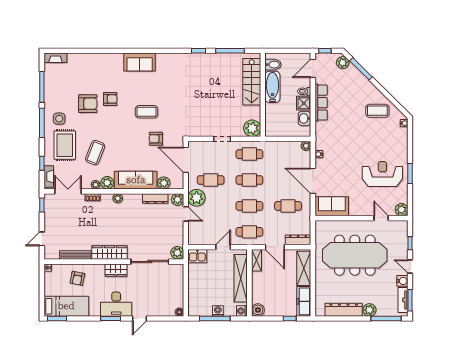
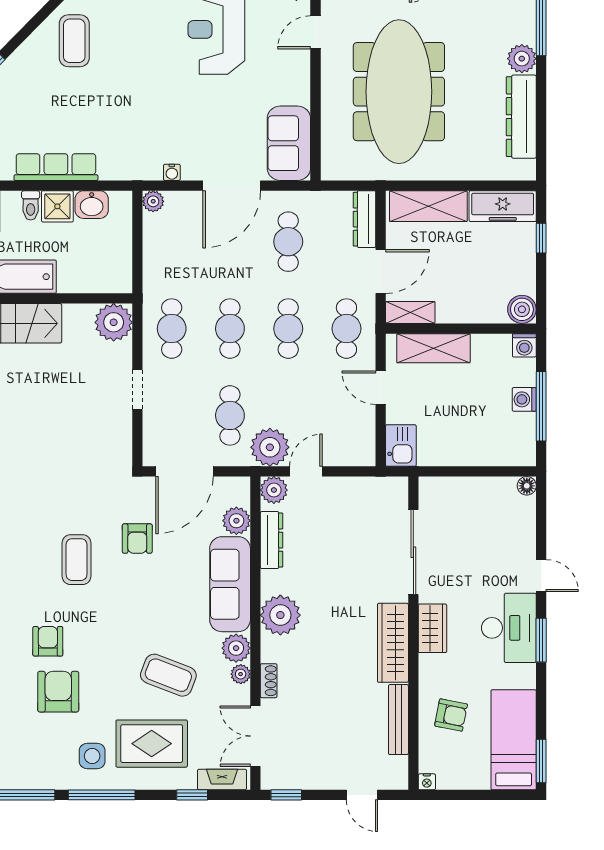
plant: (118, 198) -> (280, 615), width x1.88, depth x1.88
plant: (177, 253) -> (393, 491), removed
shelving: (241, 278) -> (433, 348), width x0.68

